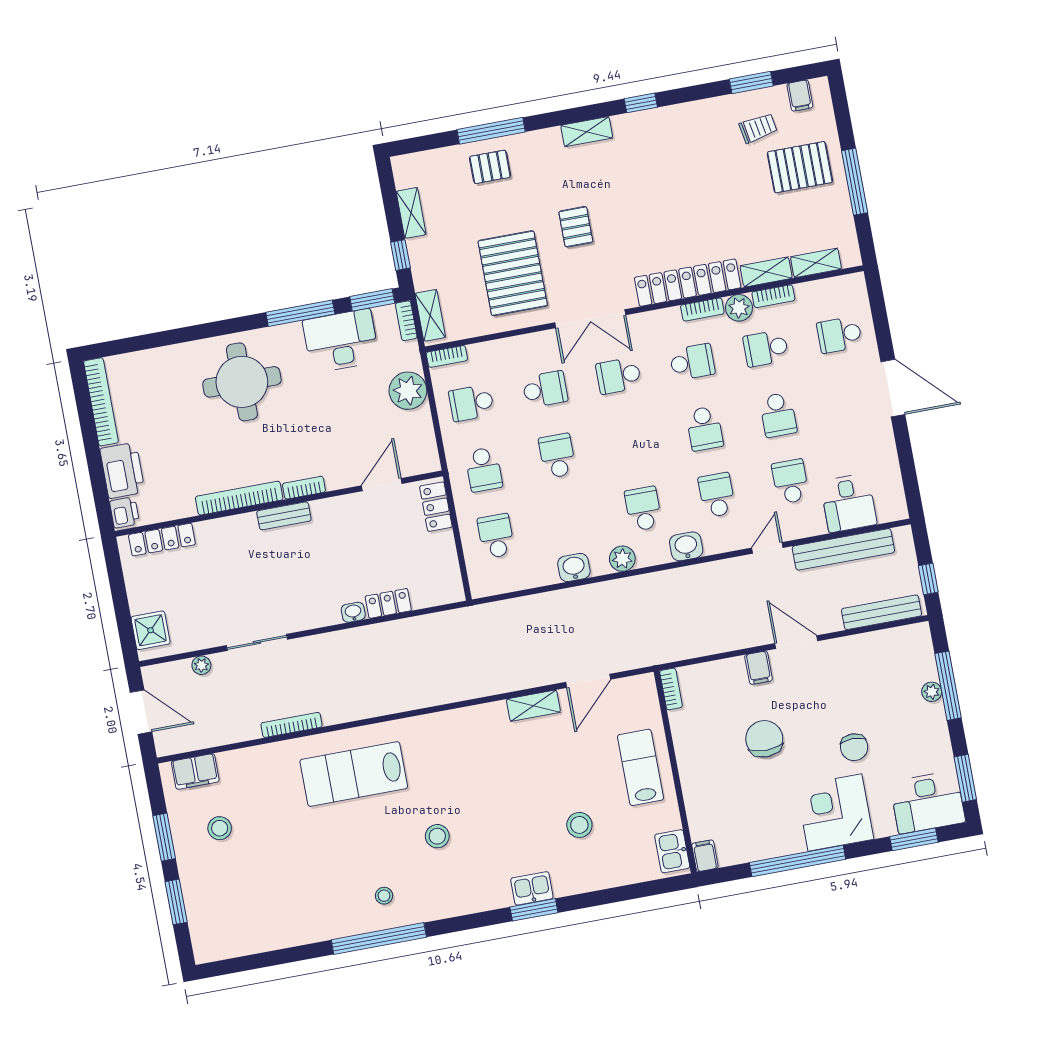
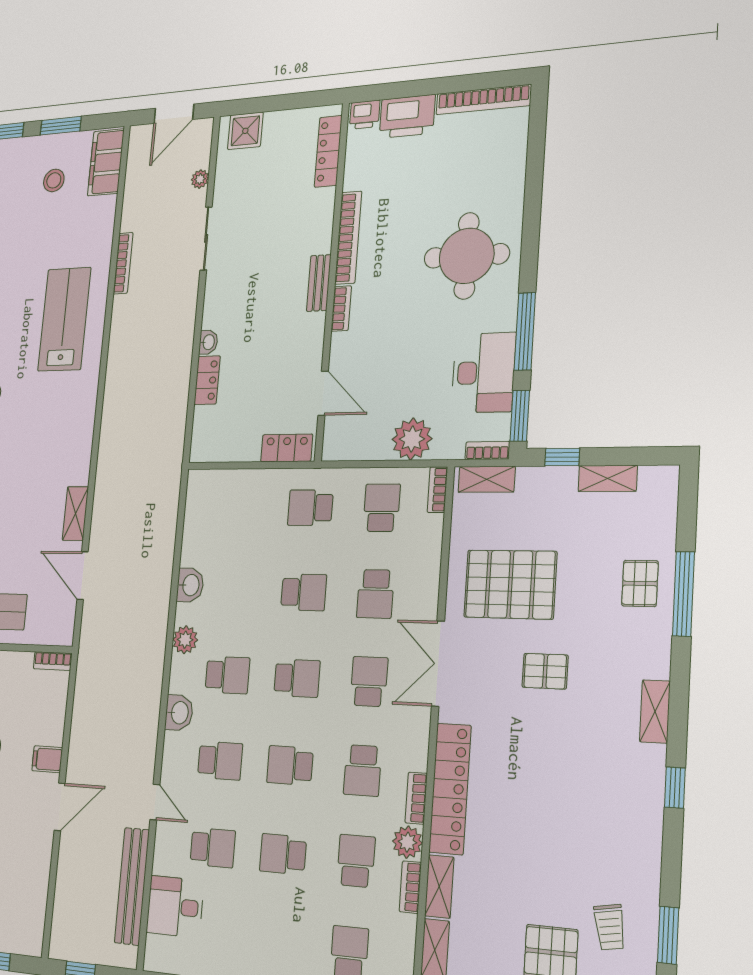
school desk: (496, 536) -> (297, 678), moved
bench: (881, 612) -> (63, 909), removed
filing cabinet: (195, 771) -> (106, 162), width x1.50, depth x1.17

